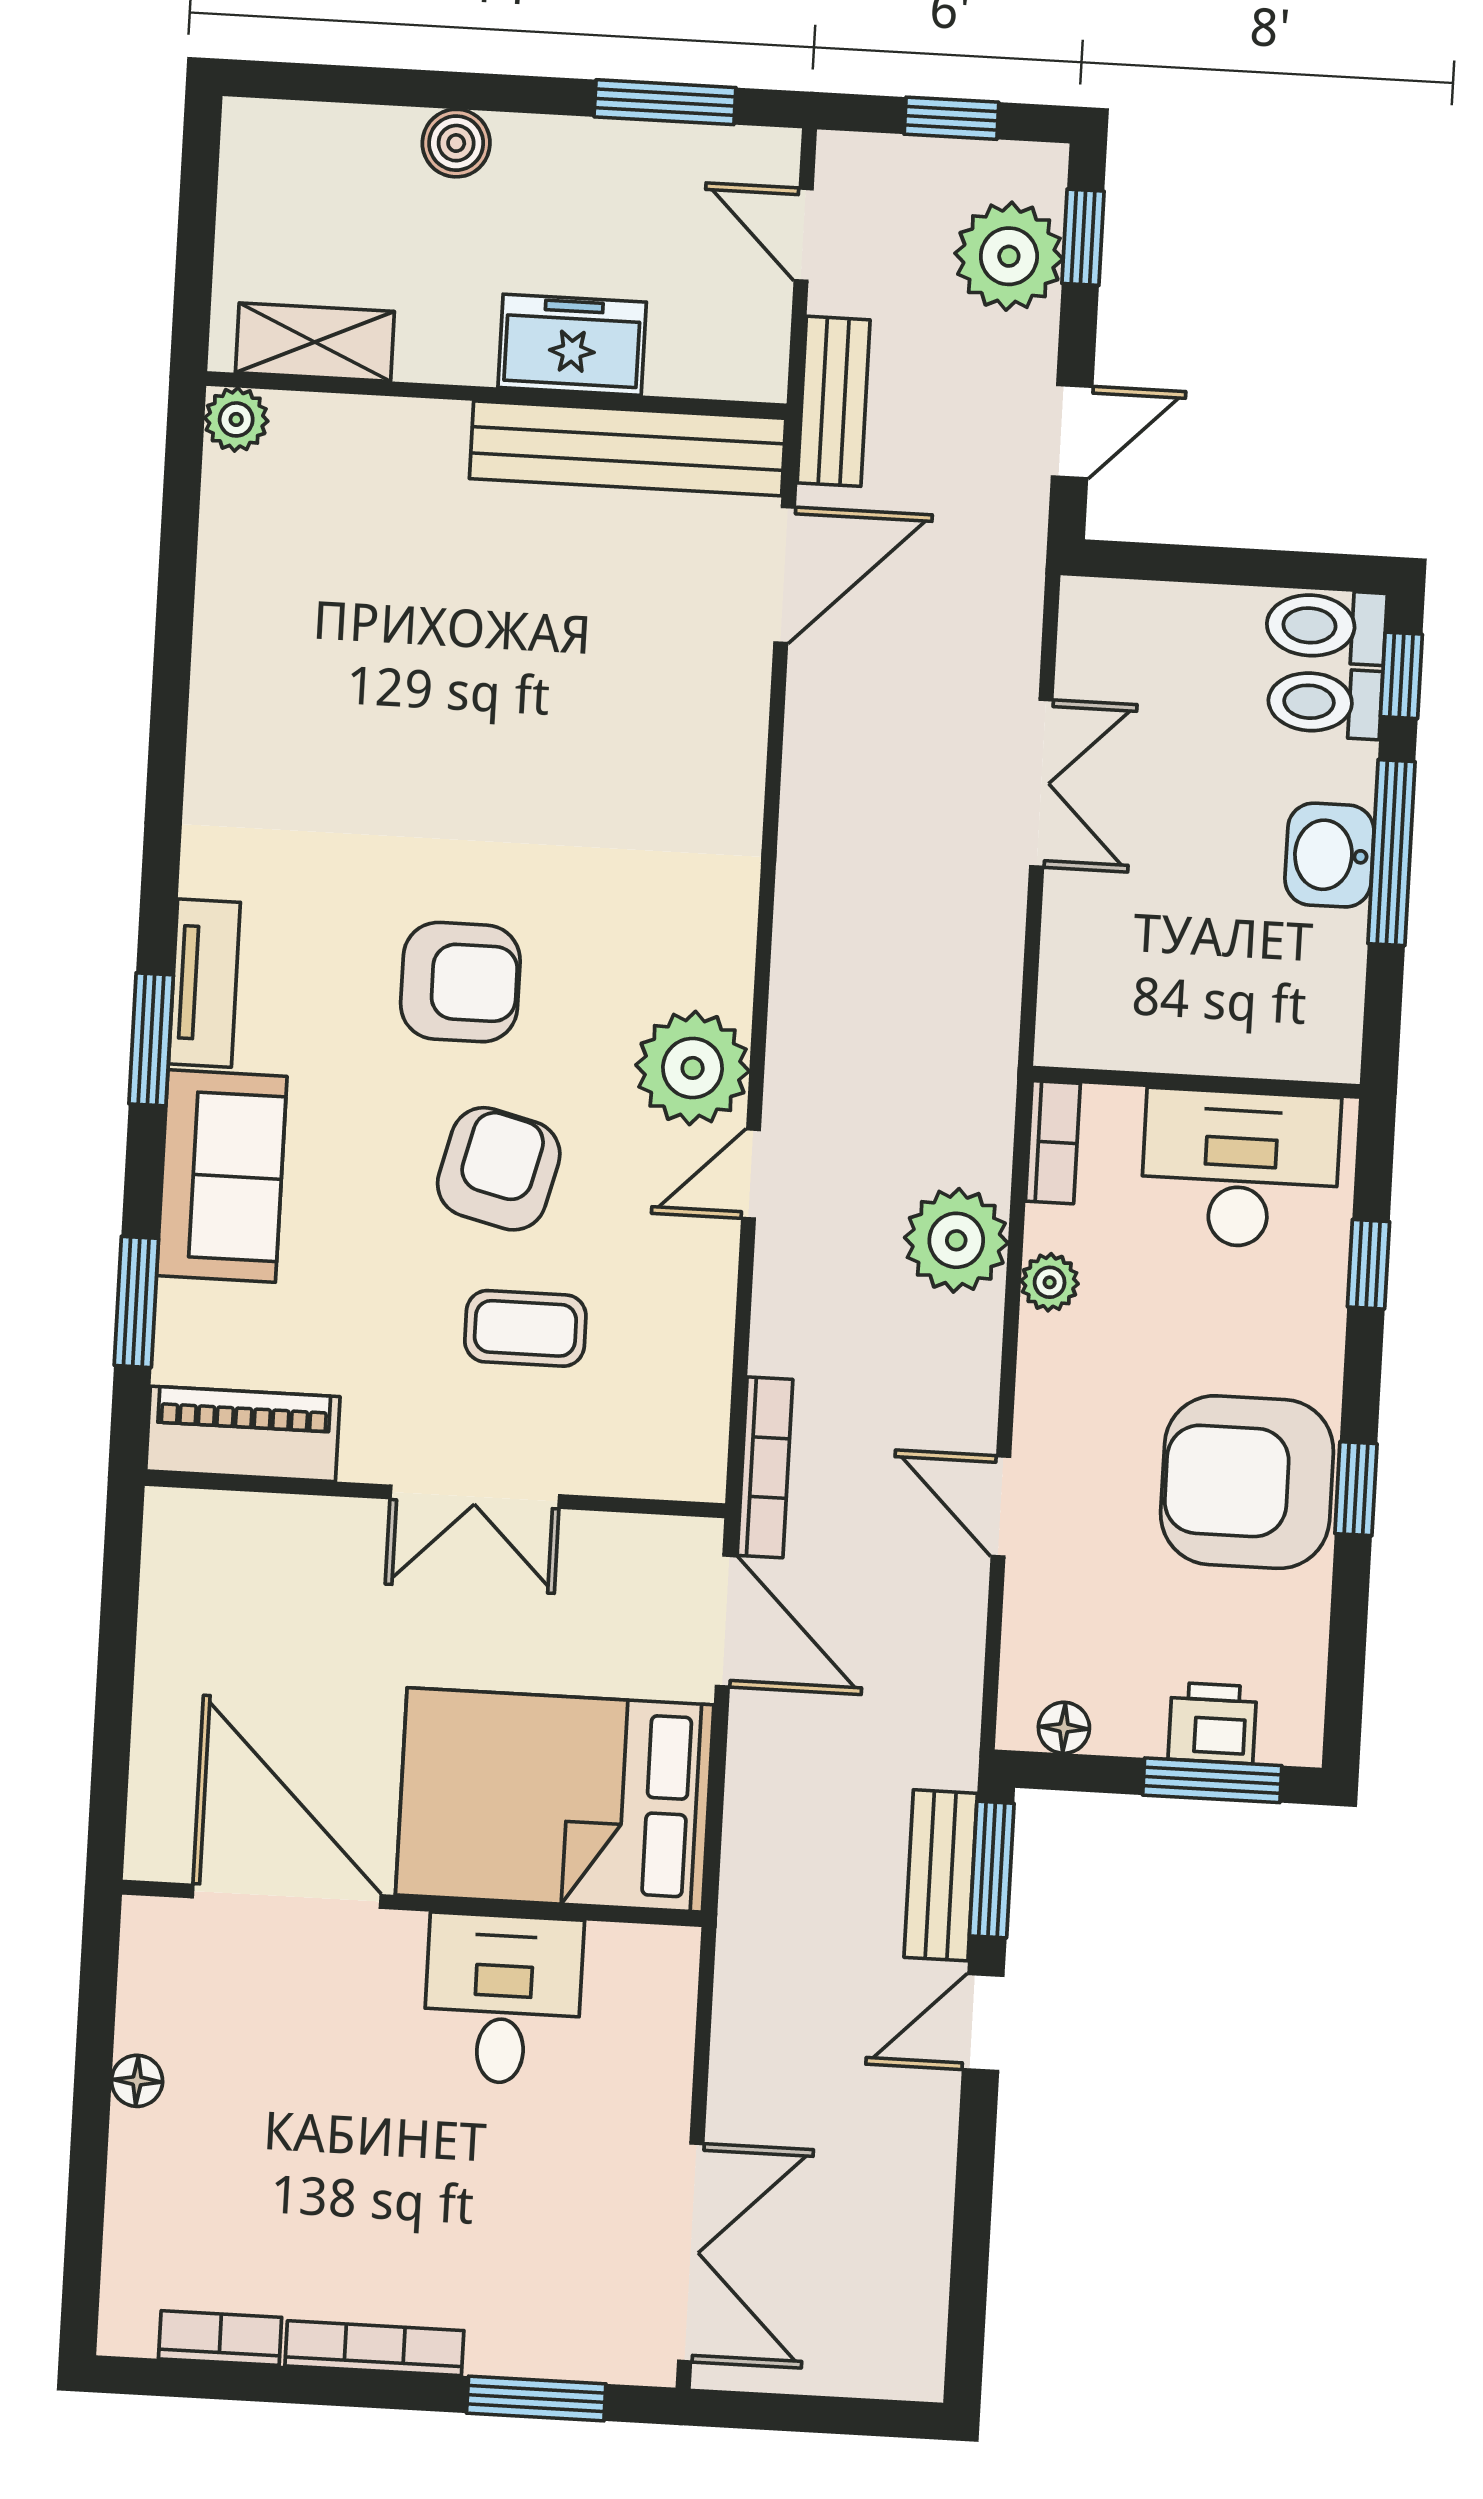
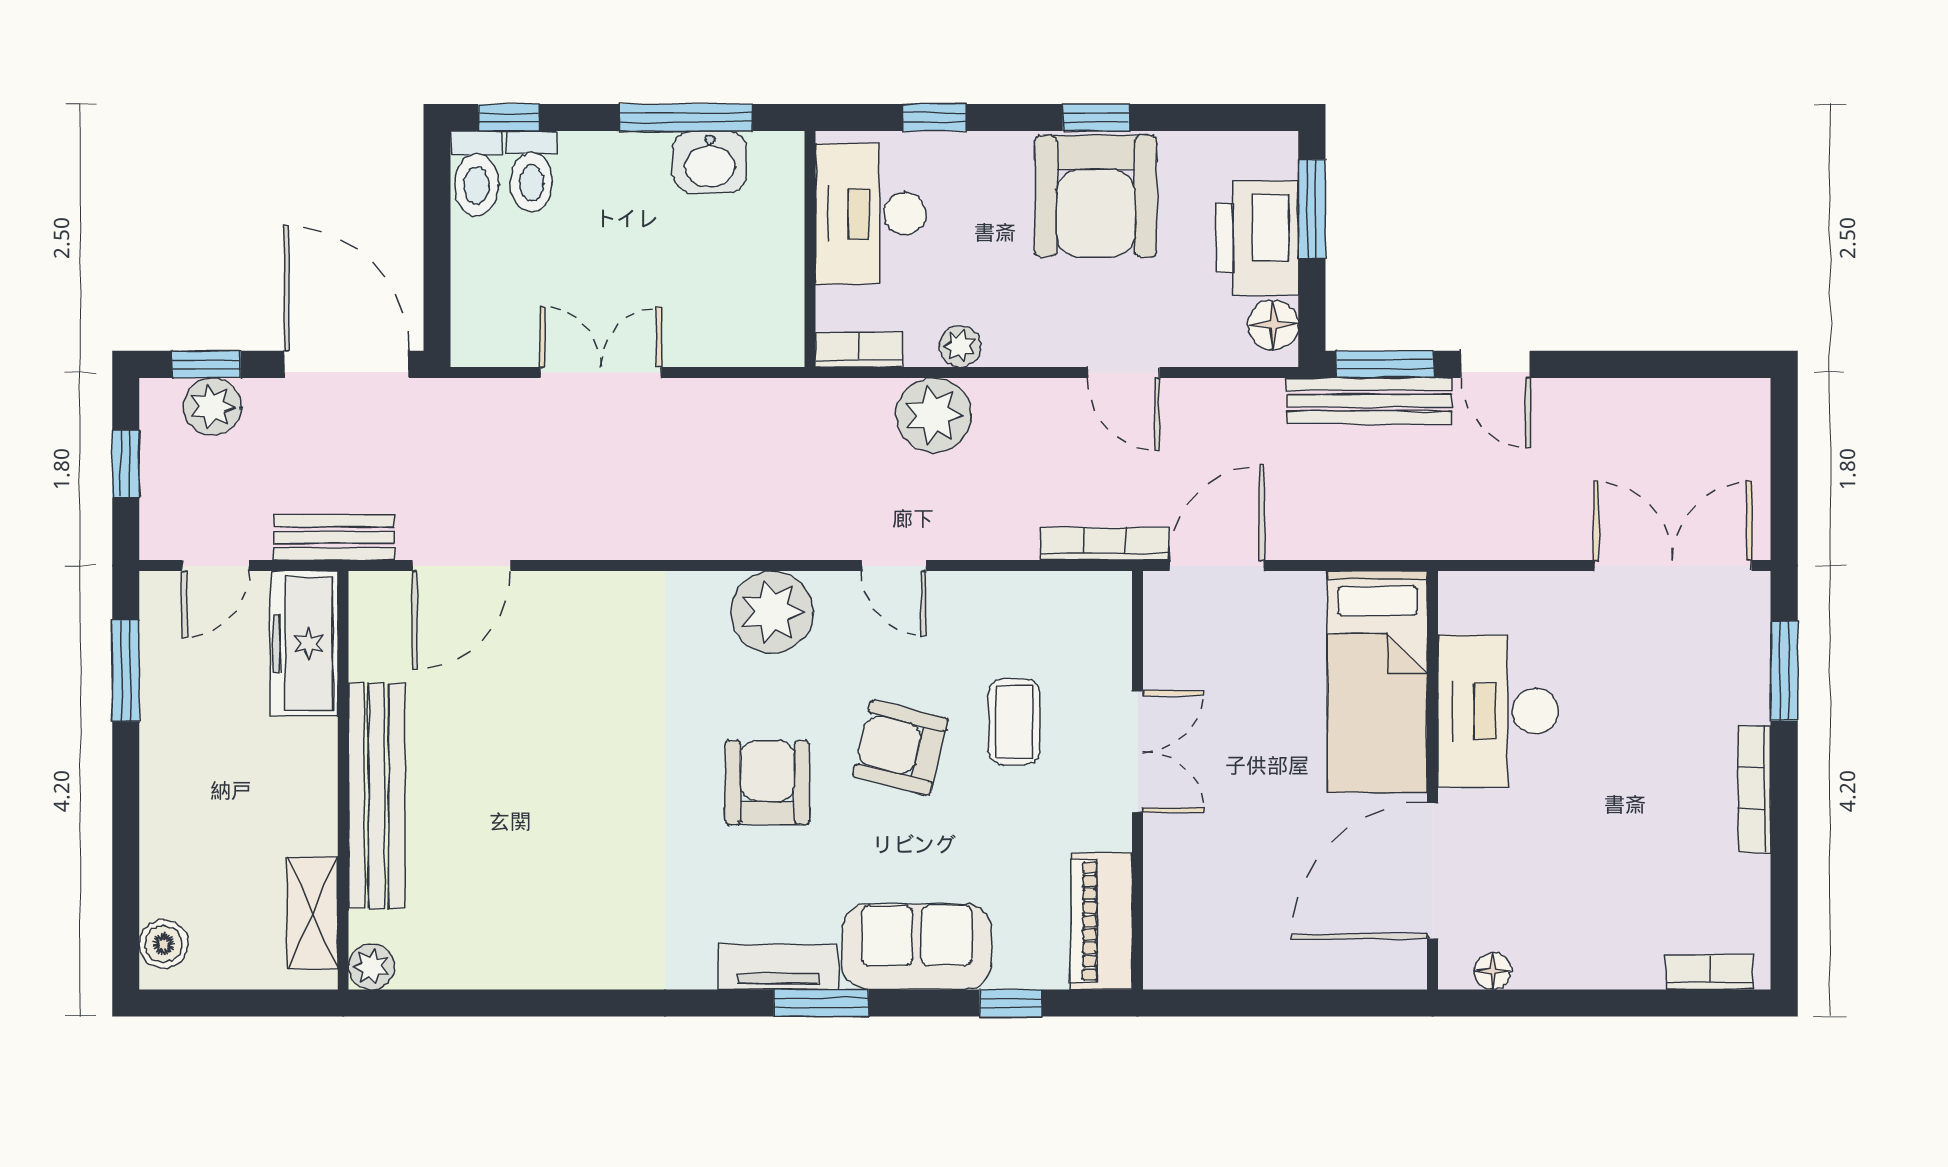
boiler: (456, 143) -> (164, 944), moved
plant: (1009, 256) -> (212, 406), width x0.73, depth x0.73
freezer: (572, 345) -> (304, 643), moved, width x1.40
door: (1072, 432) -> (347, 364), width x1.88
bench: (628, 448) -> (377, 796), moved
door: (785, 575) -> (461, 566), swing flipped
window: (1391, 853) -> (686, 117), moved
washbasin: (1329, 855) -> (710, 162), moved
plant: (693, 1068) -> (772, 612), moved
window: (136, 1302) -> (1011, 1003), width x0.67
door: (1001, 1506) -> (1123, 372), hinge flipped
printer: (1212, 1723) -> (1257, 238), width x1.87, depth x1.48
floor lamp: (1064, 1728) -> (1273, 325), width x1.37, depth x1.37
bed: (555, 1800) -> (1377, 682), width x0.67
bench: (941, 1875) -> (1369, 401), width x1.36
desk: (503, 1999) -> (1498, 711), width x1.37
floor lamp: (137, 2081) -> (1493, 971), moved
bookcase: (220, 2338) -> (1710, 972), moved, turned 90

